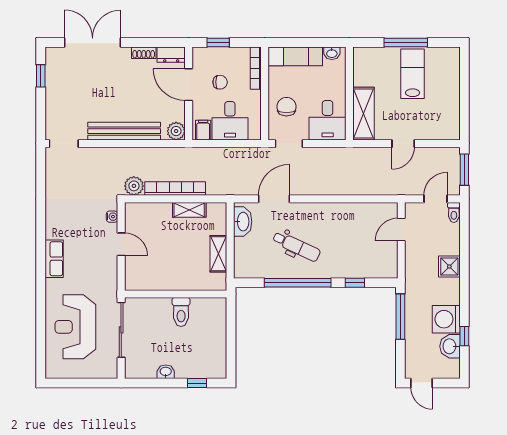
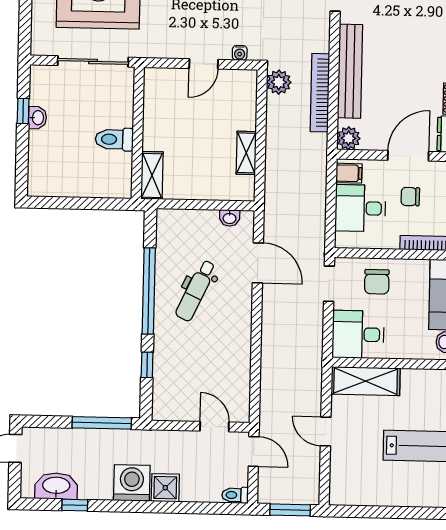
chair: (220, 82) -> (410, 197), turned 90
chair: (286, 107) -> (377, 282), turned 90
bookcase: (175, 189) -> (320, 93), moved, turned 180
door: (436, 199) -> (254, 452), moved
washbasin: (243, 222) -> (230, 218), width x0.52, depth x0.69
shelving: (218, 254) -> (152, 175), moved, turned 90
washing machine: (446, 319) -> (132, 483), moved
washbasin: (450, 346) -> (56, 486), width x1.38
window: (197, 383) -> (23, 111), moved

